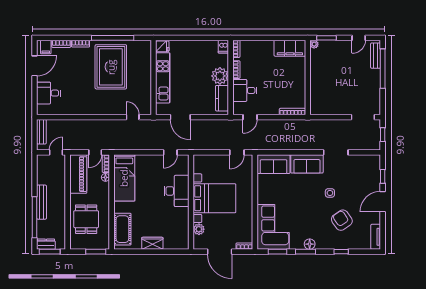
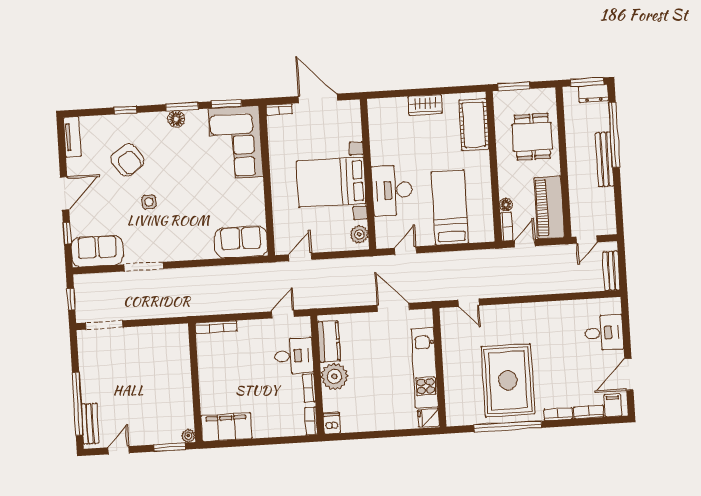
sofa: (307, 164) -> (97, 251), moved
bed: (124, 178) -> (450, 208), moved
plant: (199, 229) -> (359, 234), moved

